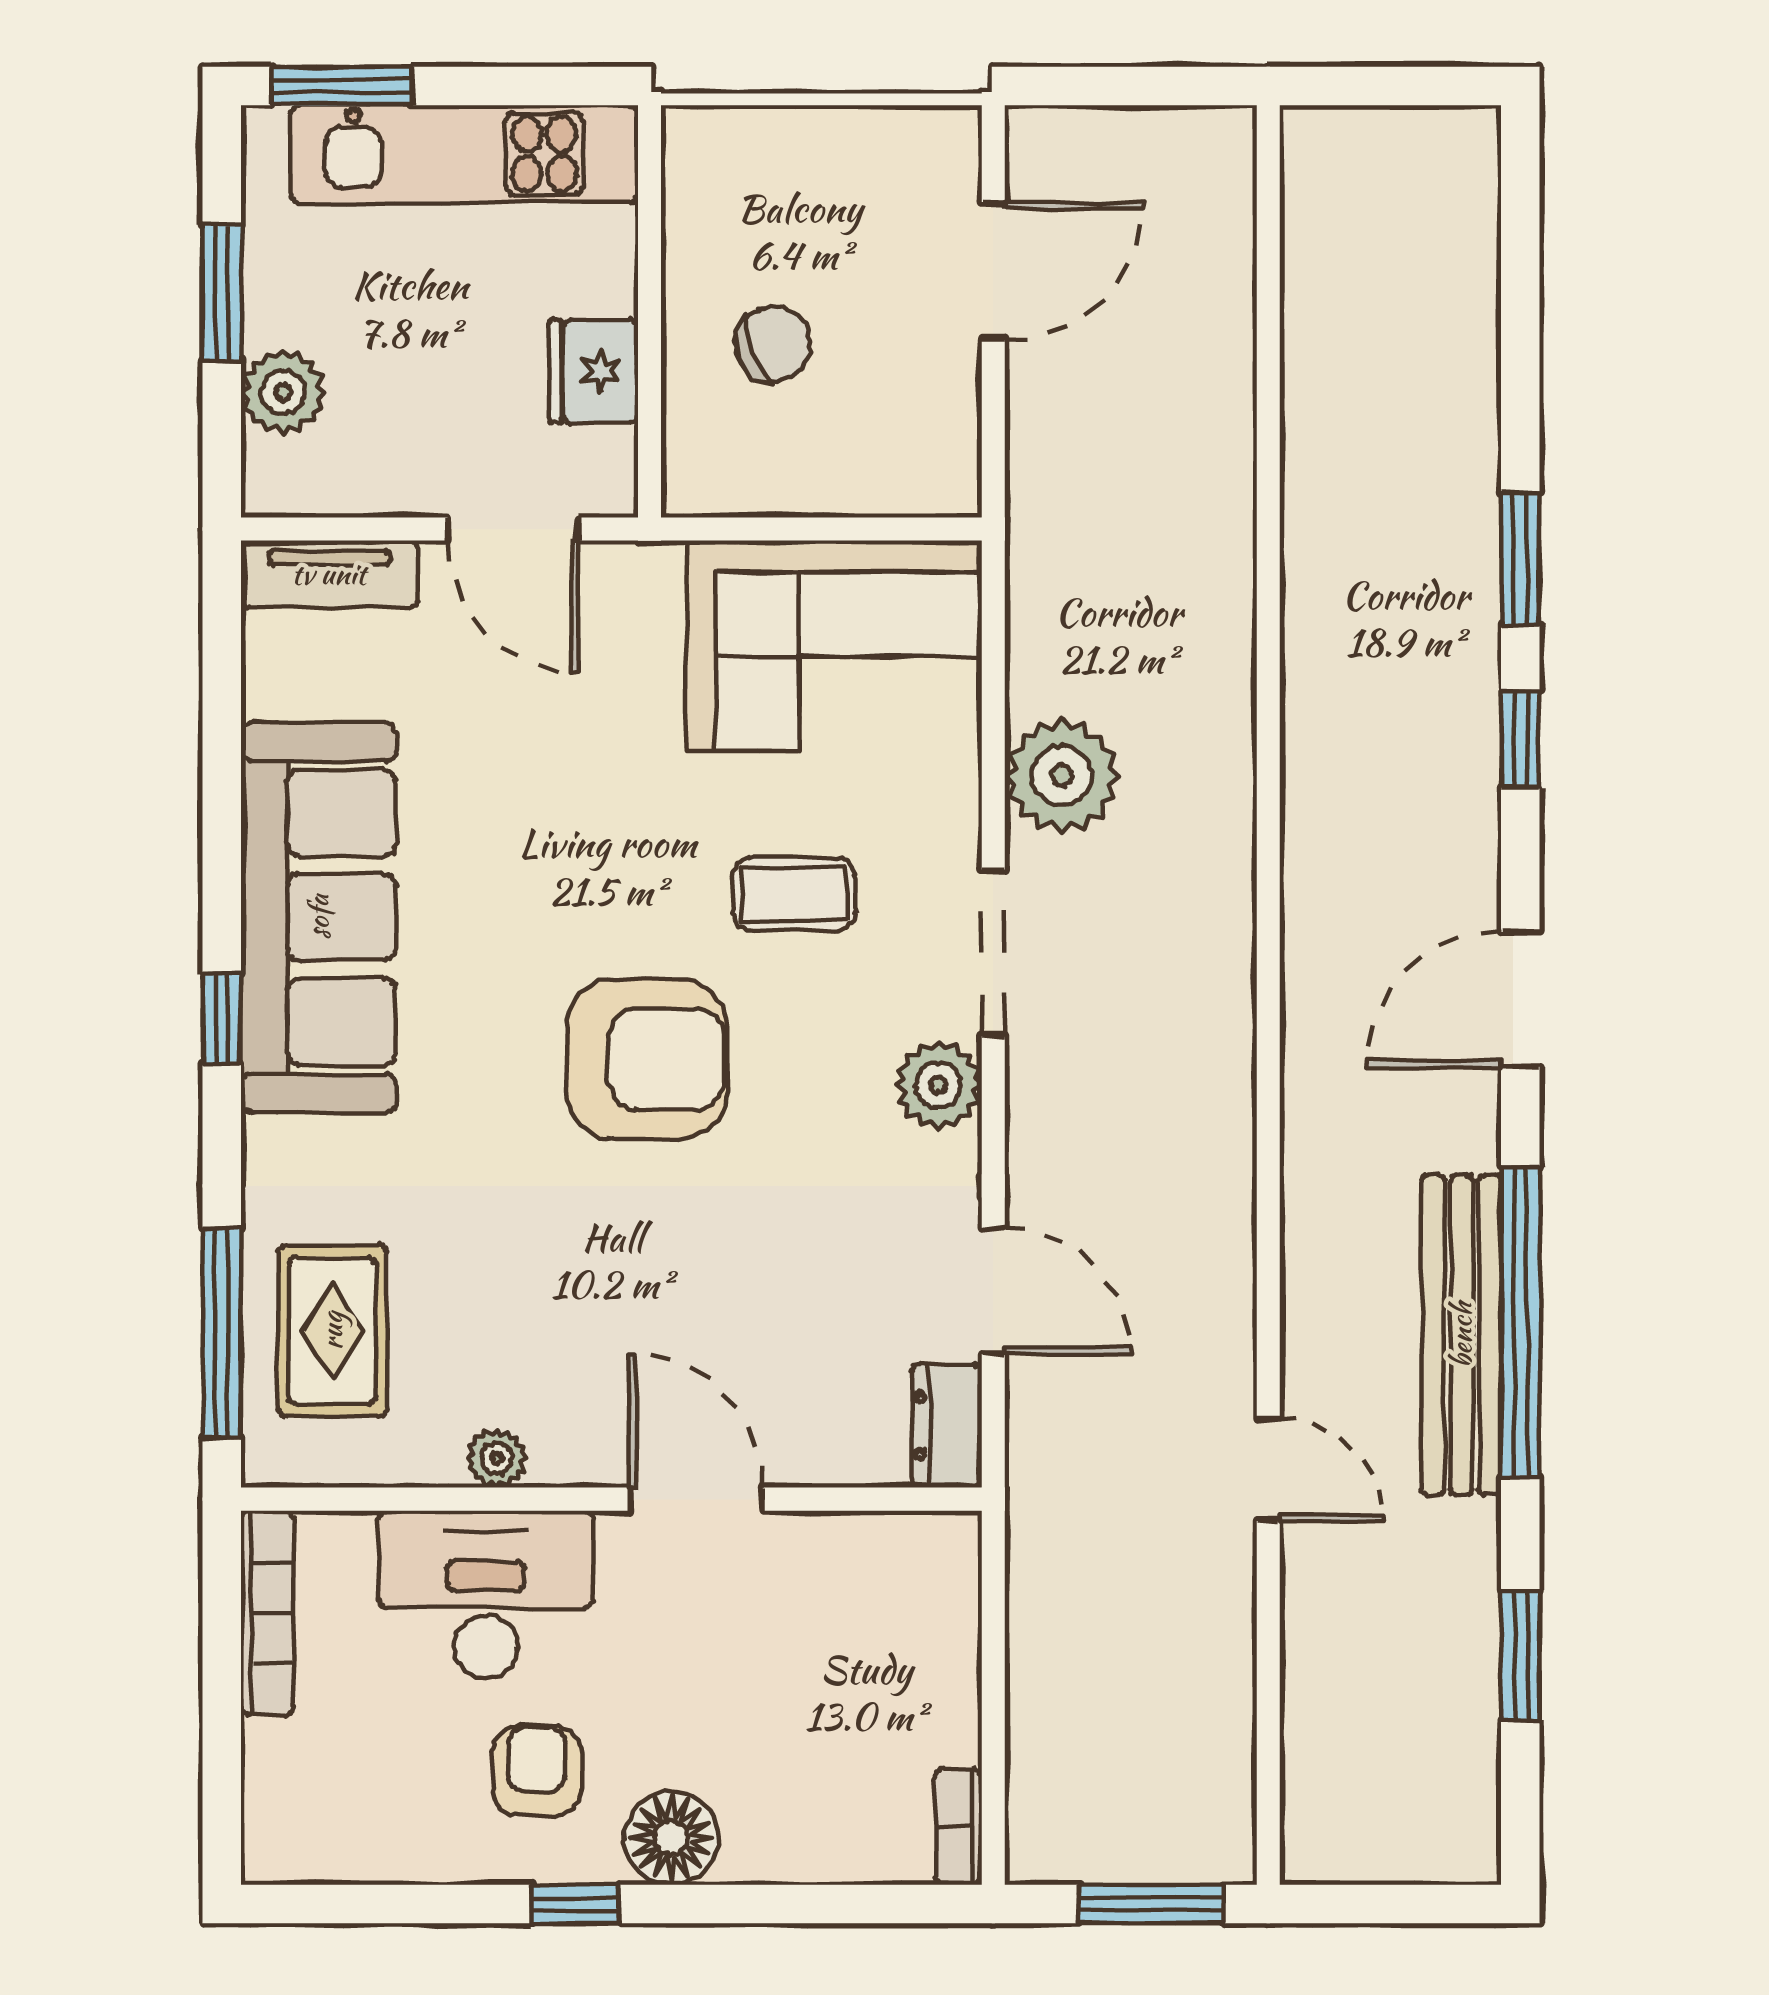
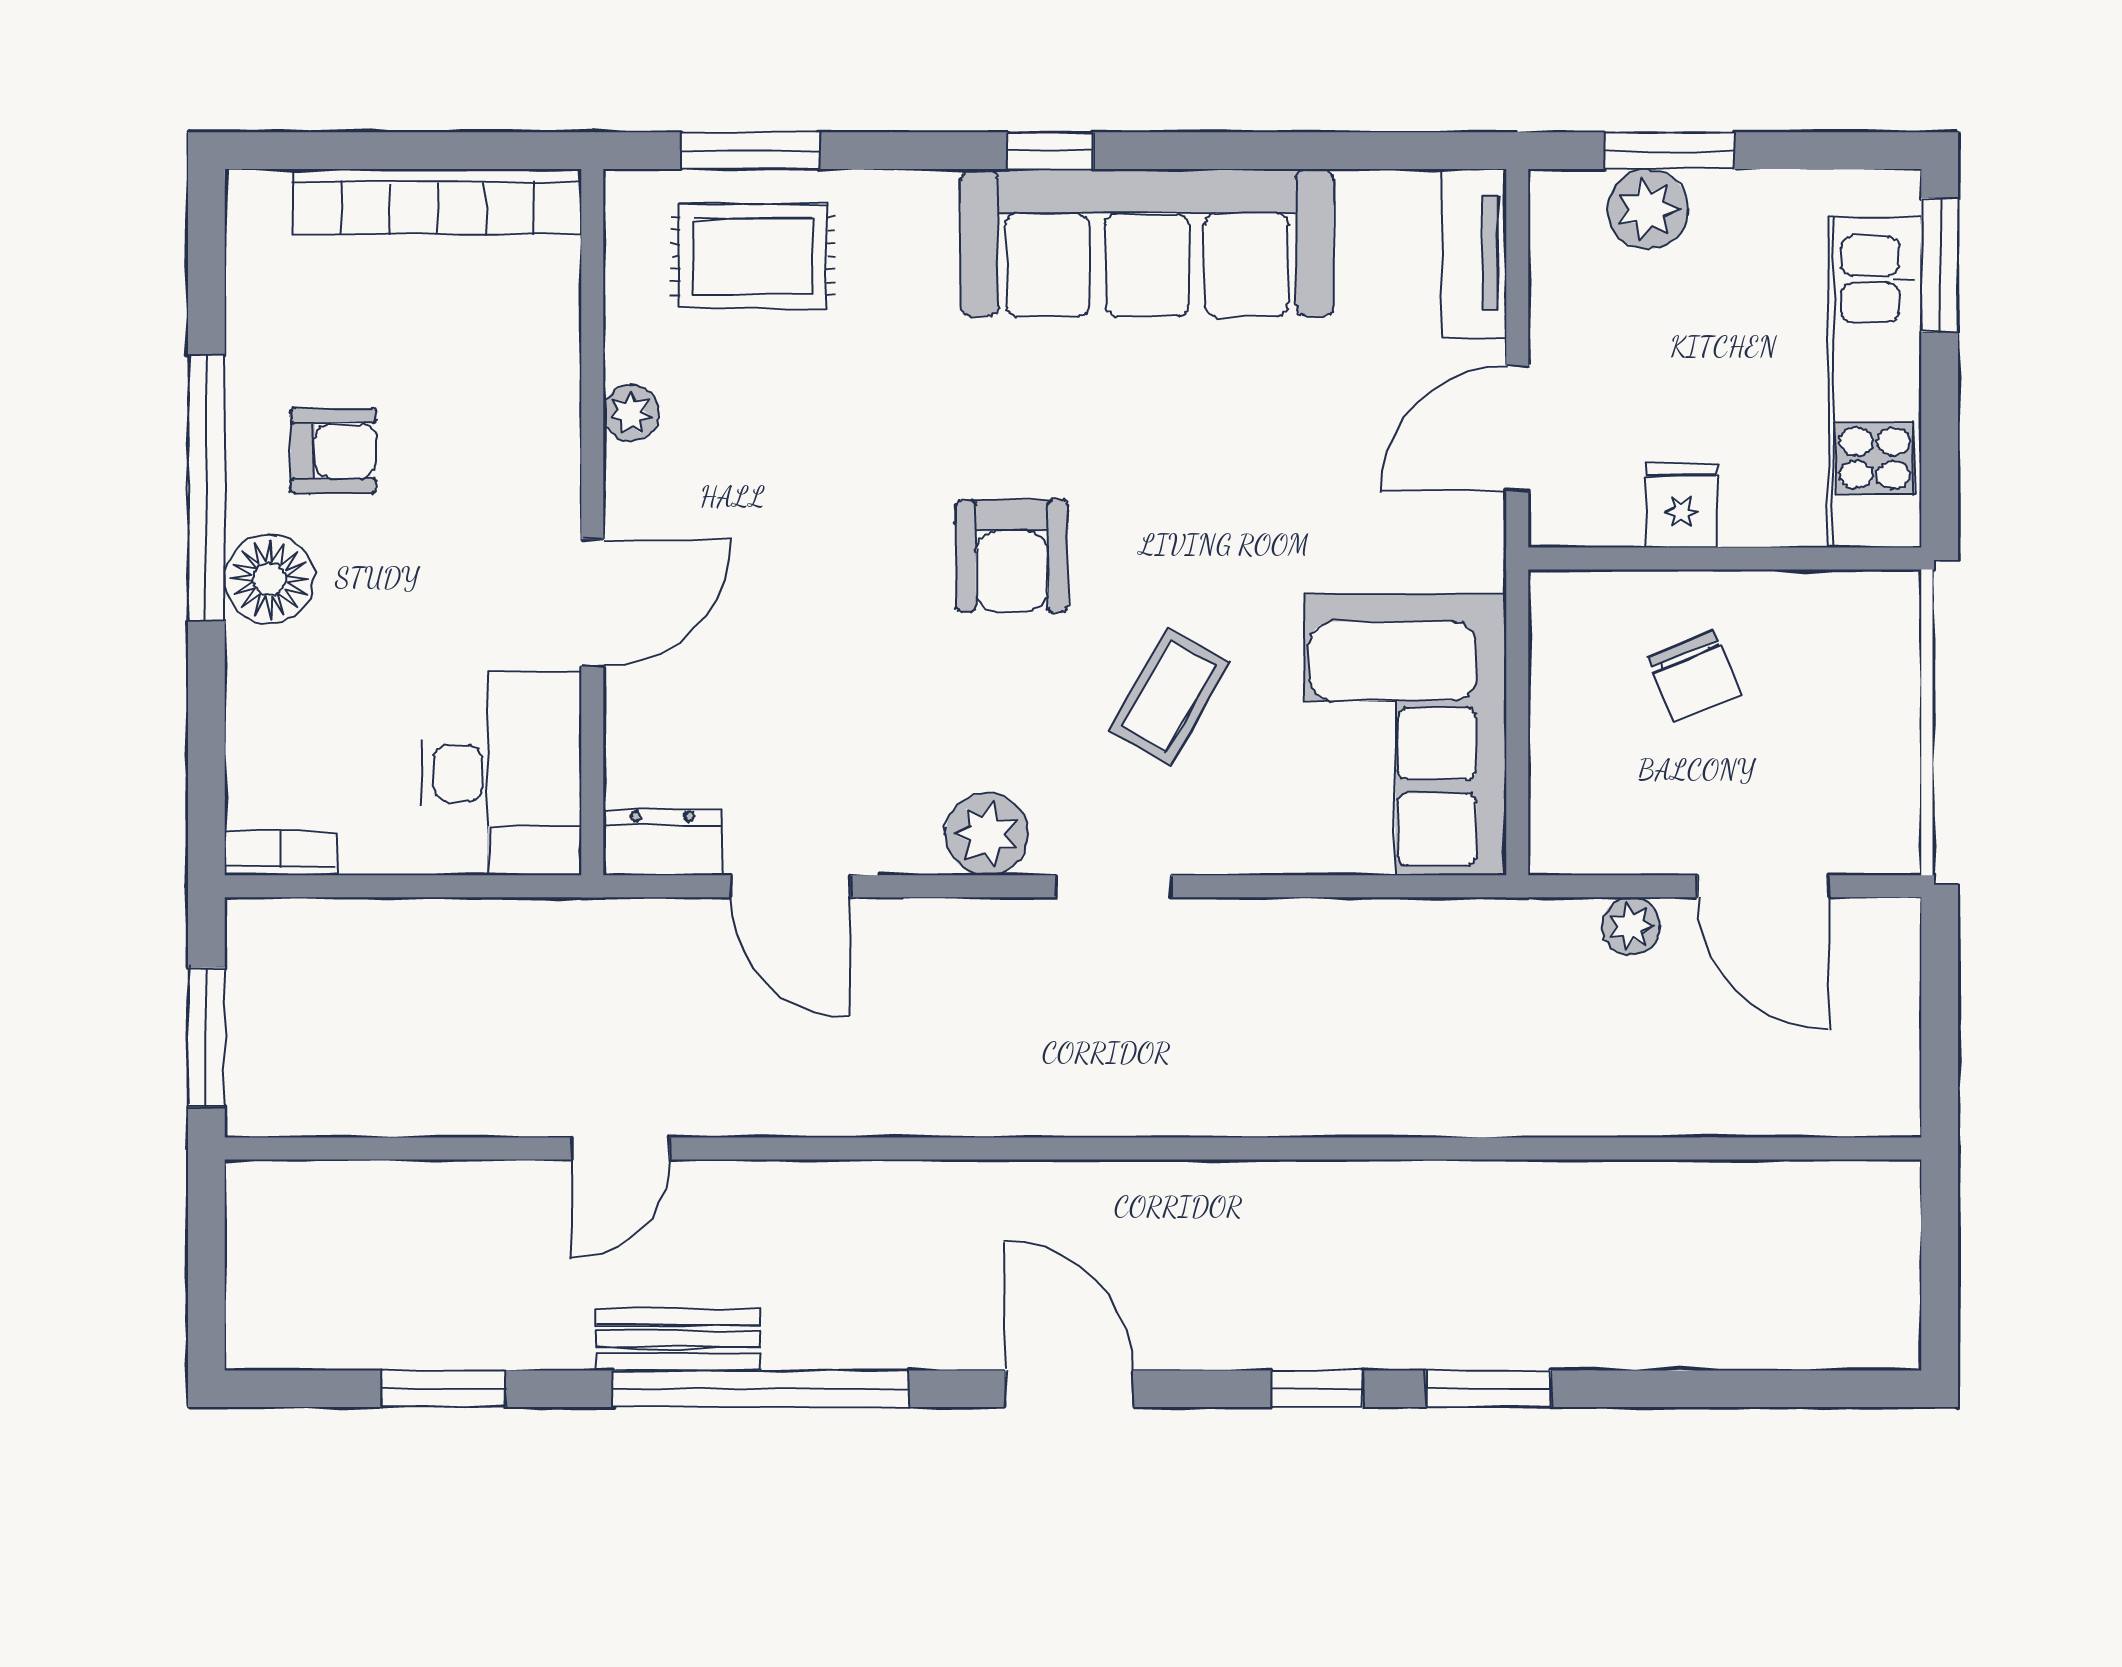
window: (222, 293) -> (1669, 151), moved
fridge: (594, 371) -> (1681, 505), width x0.72
plant: (1062, 776) -> (1631, 926), moved, width x0.53, depth x0.53
coffee table: (794, 894) -> (1169, 696), turned 30
doorway: (993, 953) -> (1113, 886), width x0.73
armchair: (647, 1059) -> (1012, 556), width x0.73, depth x0.73
door: (993, 1291) -> (791, 886), hinge flipped
window: (222, 1333) -> (750, 151), width x0.69
bench: (1461, 1335) -> (678, 1339), width x0.54, depth x0.82
desk: (486, 1595) -> (501, 773), moved
bookcase: (267, 1613) -> (437, 202), width x1.48, depth x1.31
window: (576, 1904) -> (206, 488), width x3.17

